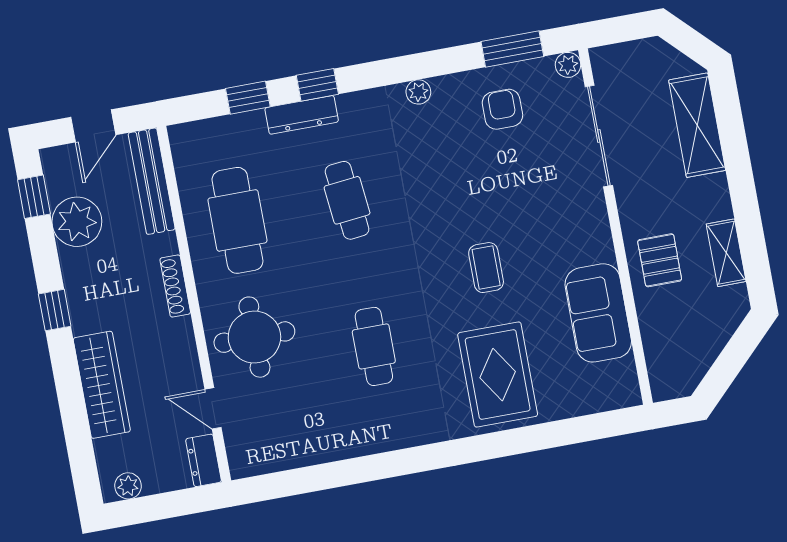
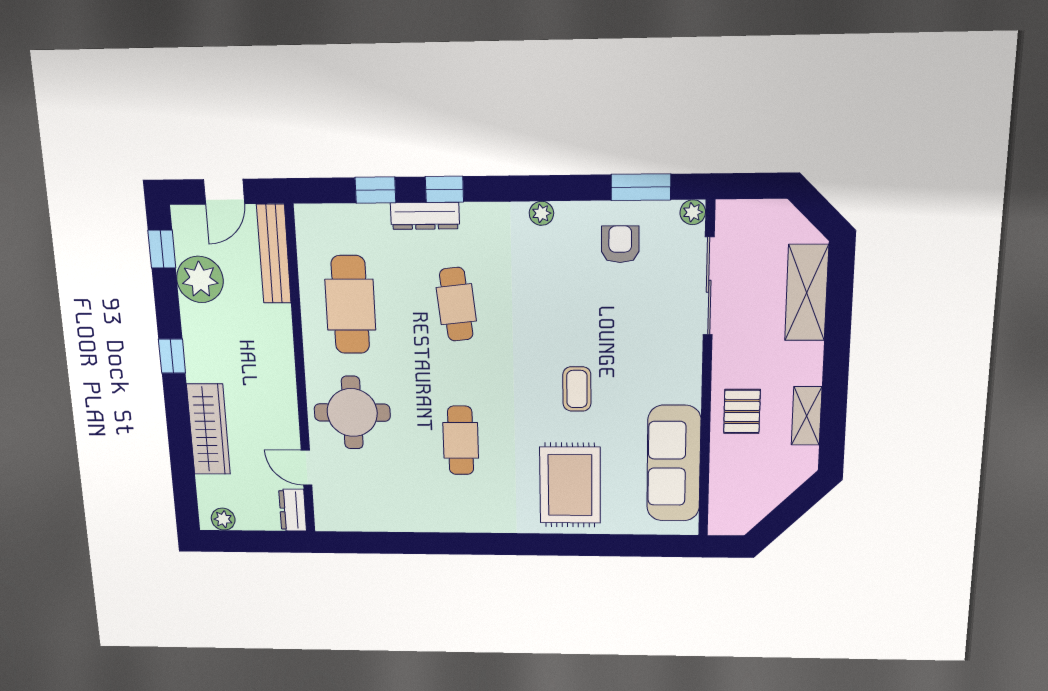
shoe rack: (175, 286) -> (285, 354), removed
sofa: (598, 313) -> (674, 464), width x1.36

